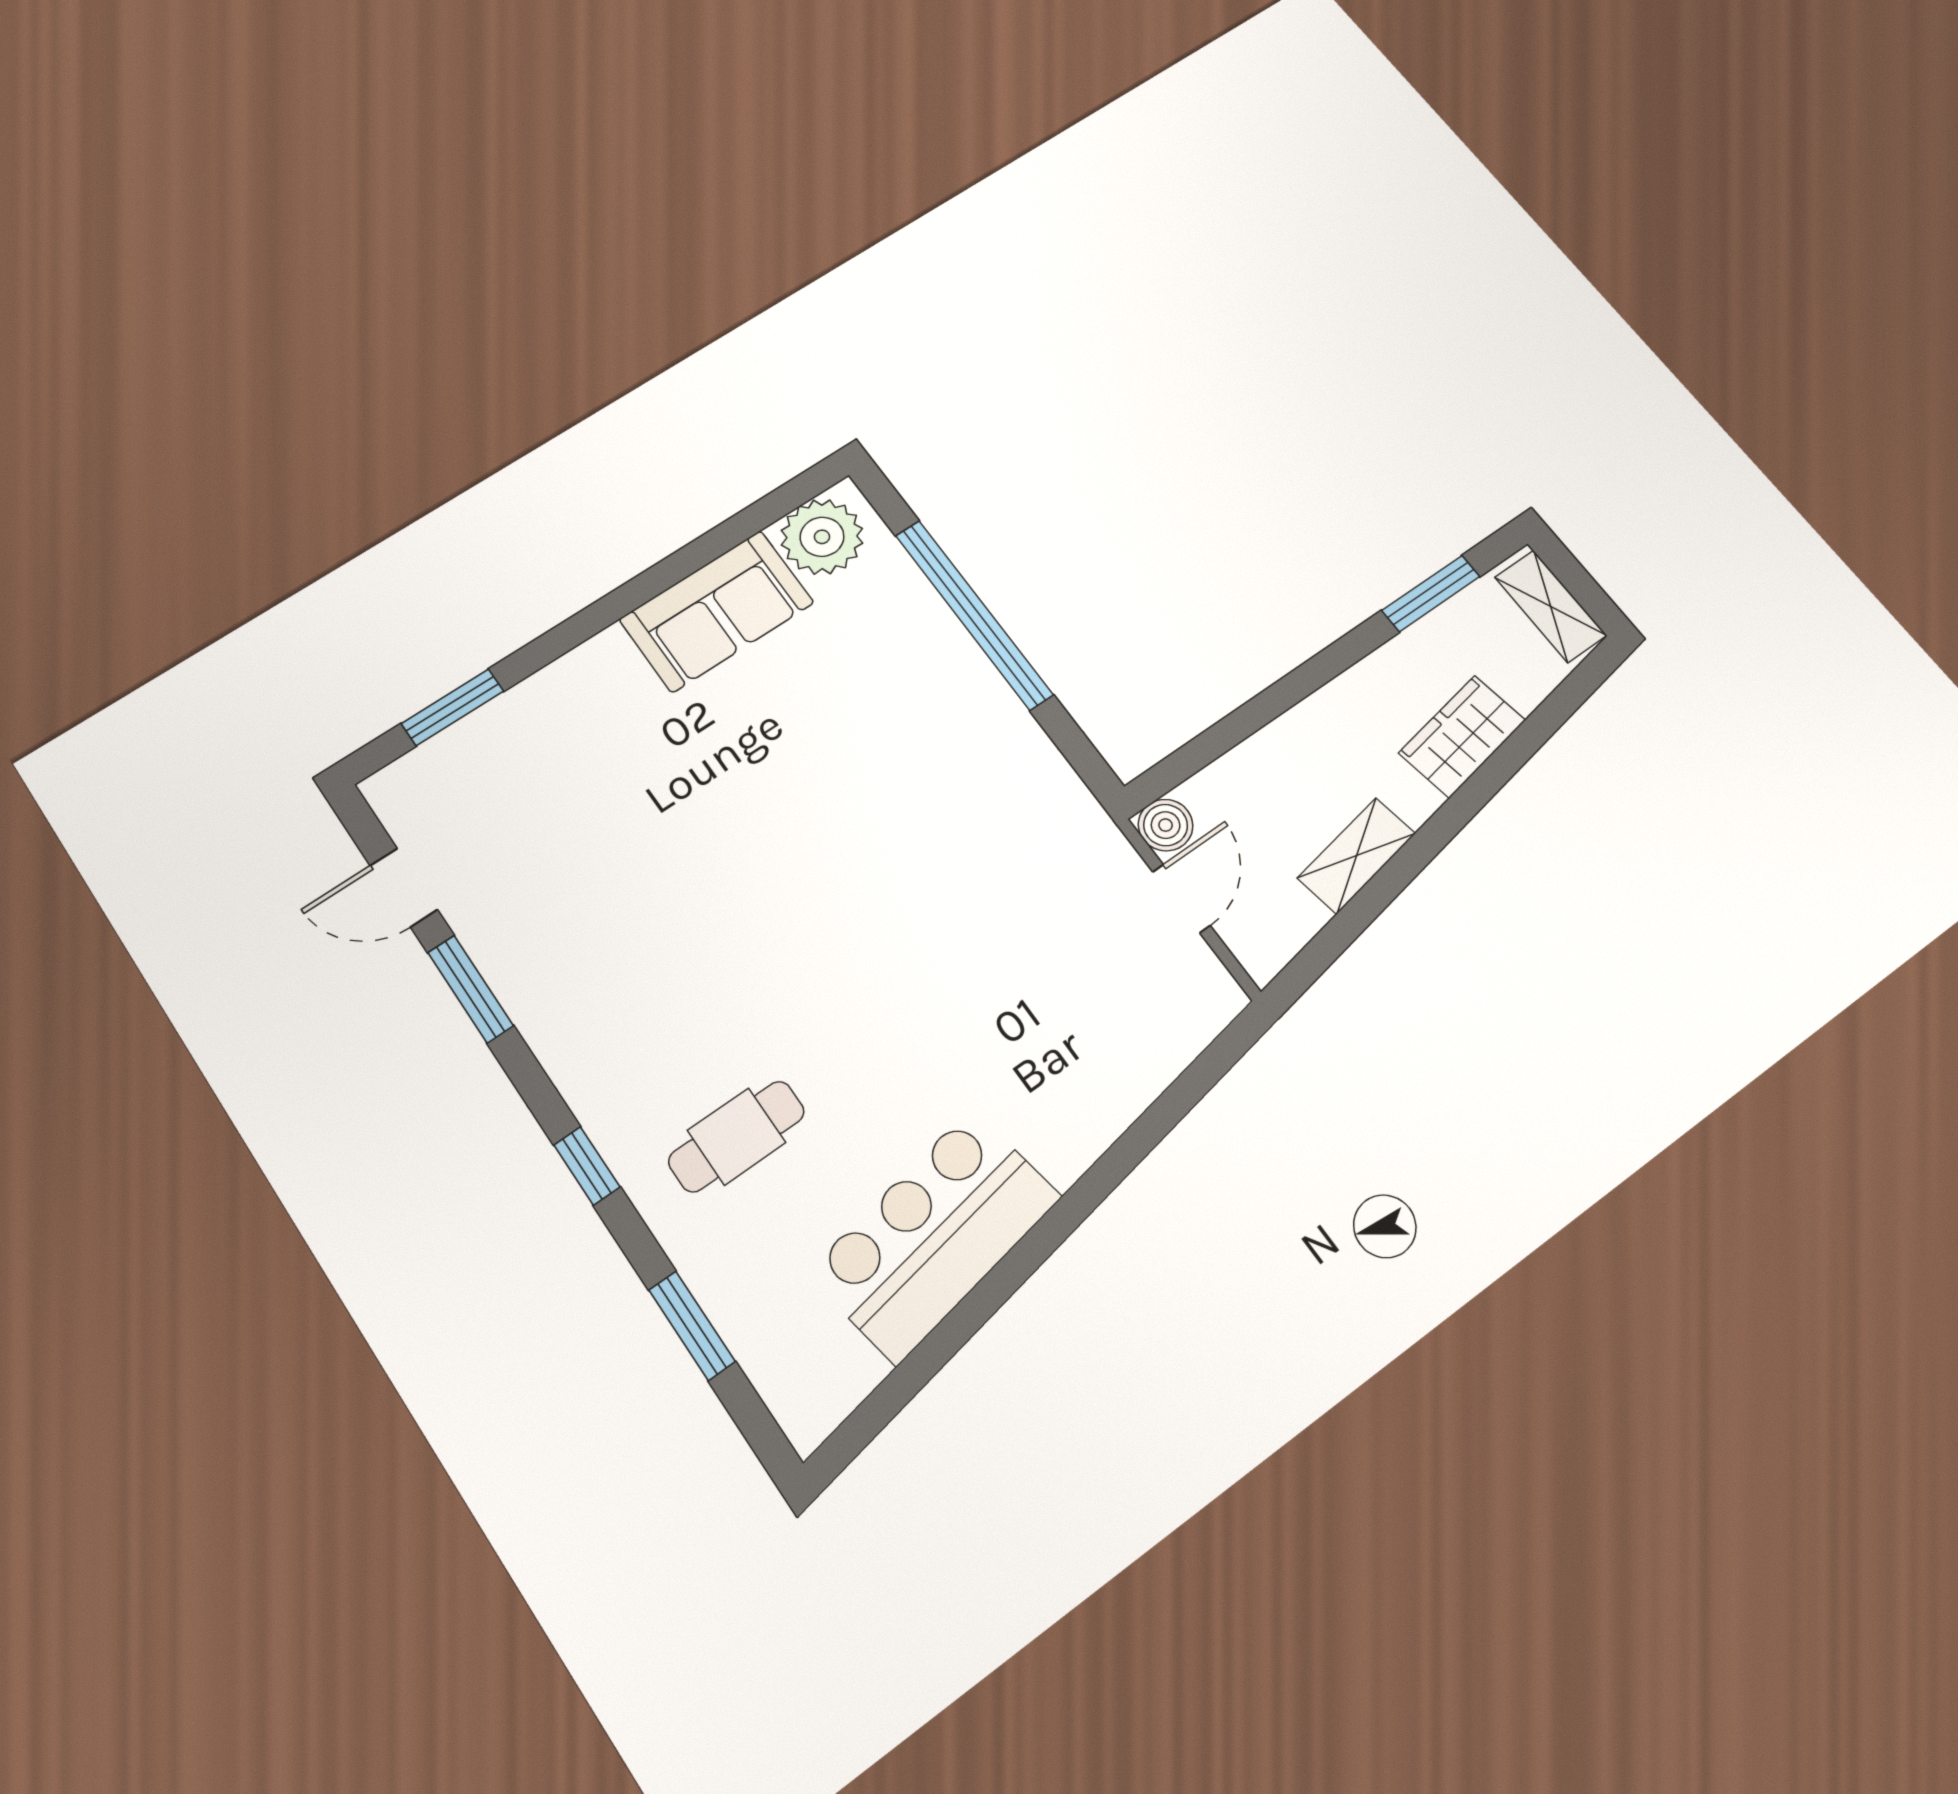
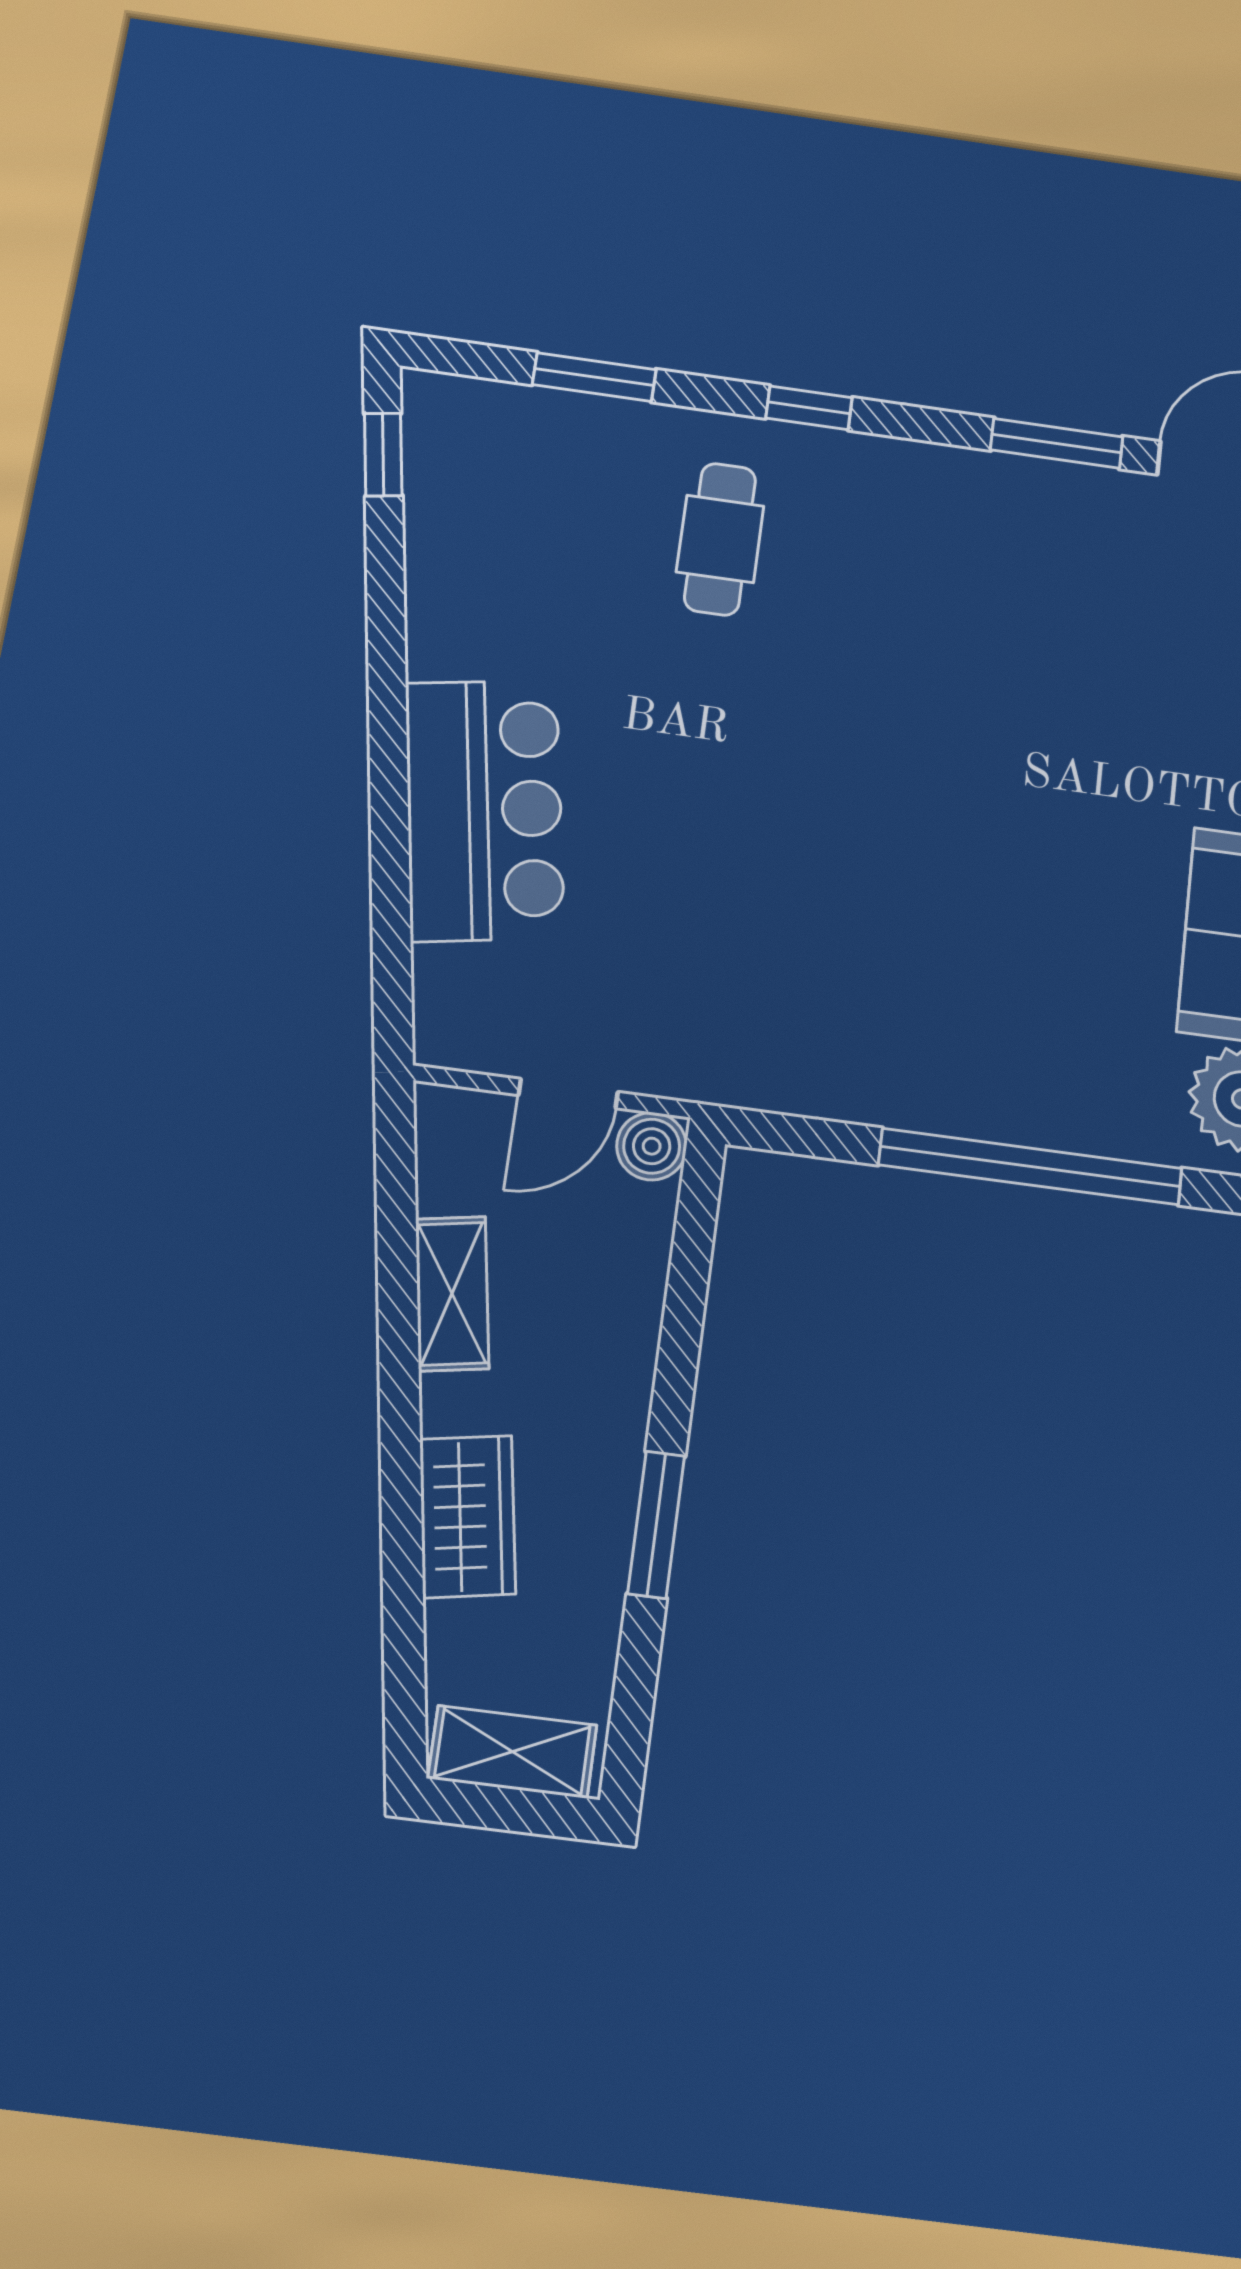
window: (1431, 593) -> (656, 1525), moved
door: (1181, 899) -> (568, 1094), hinge flipped
bar counter: (935, 1235) -> (484, 809), moved
window: (878, 1409) -> (383, 455), added

